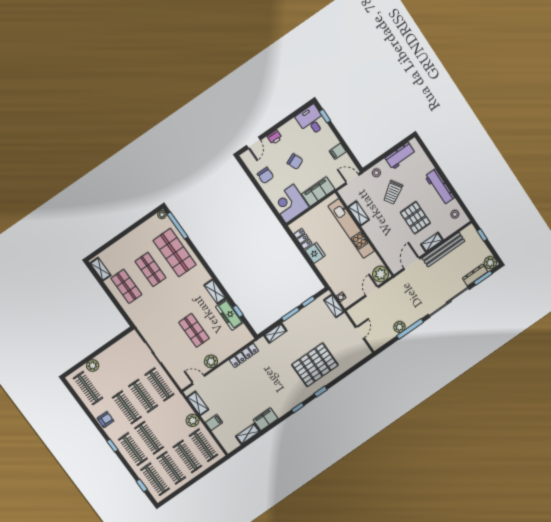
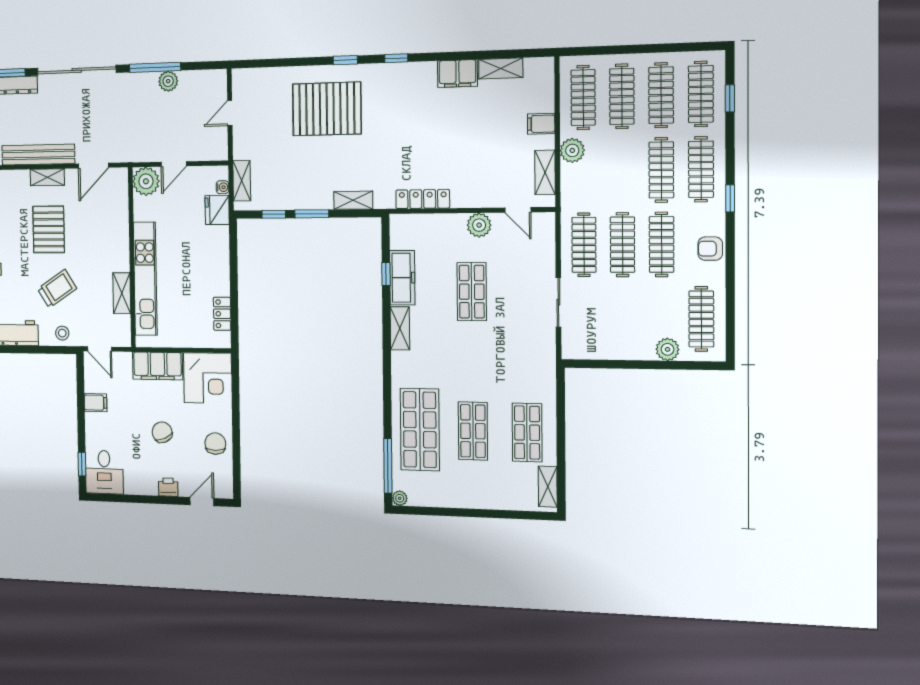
fridge: (315, 253) -> (217, 210), moved

